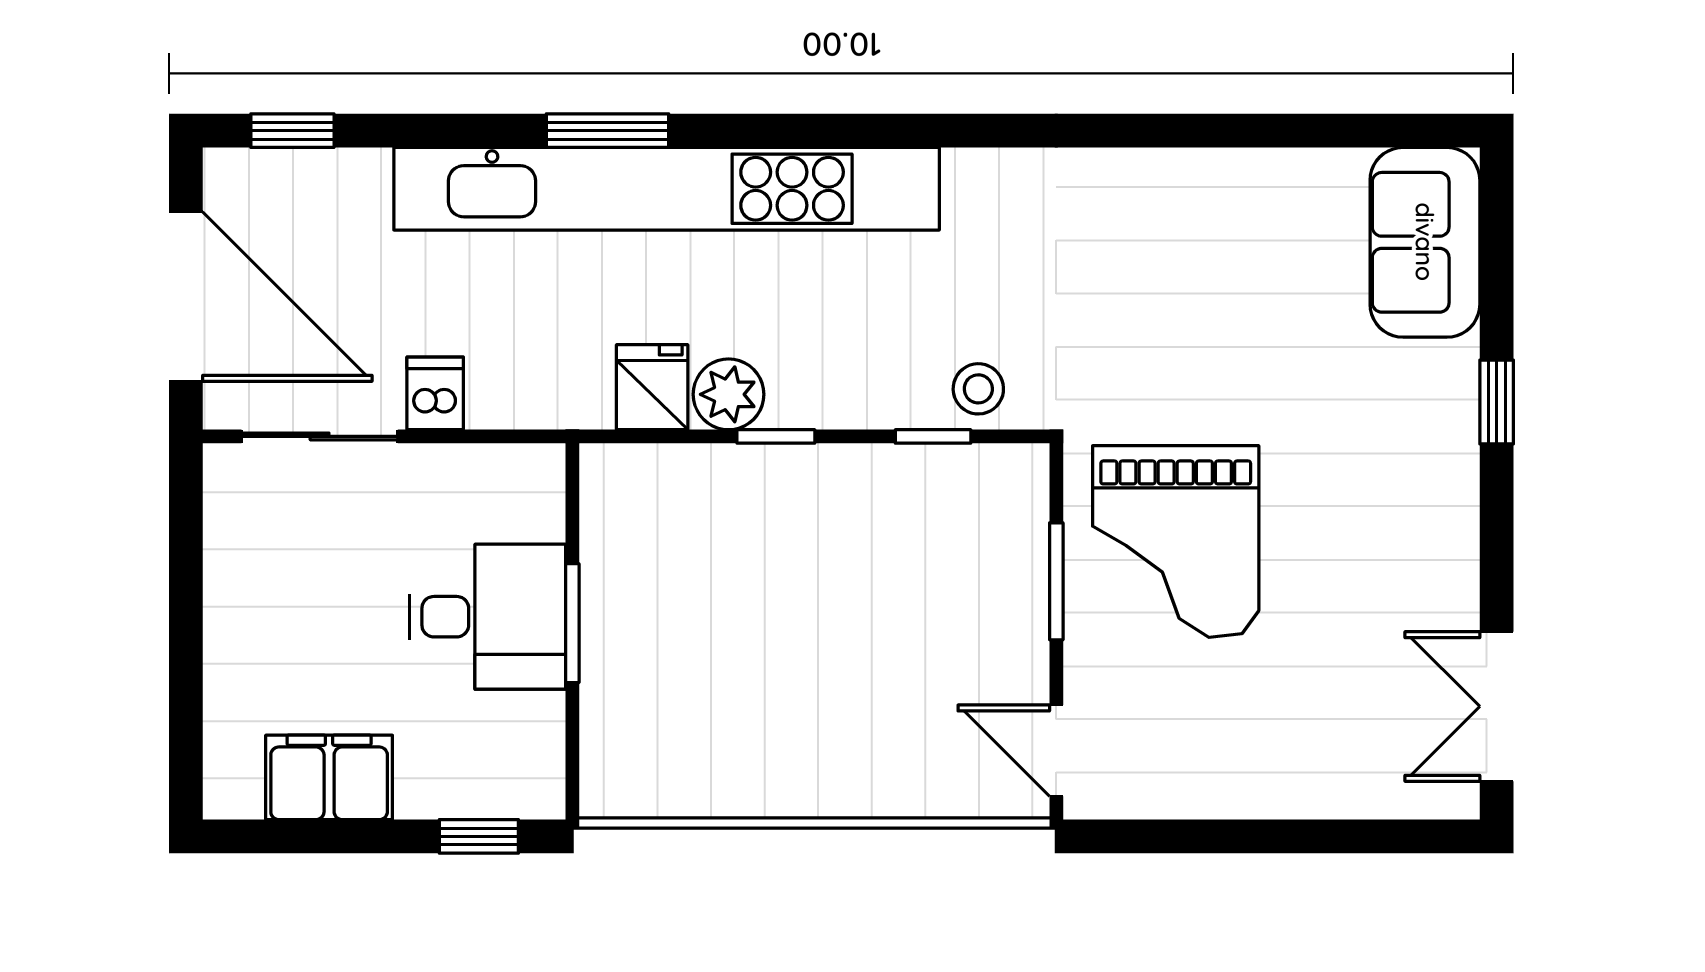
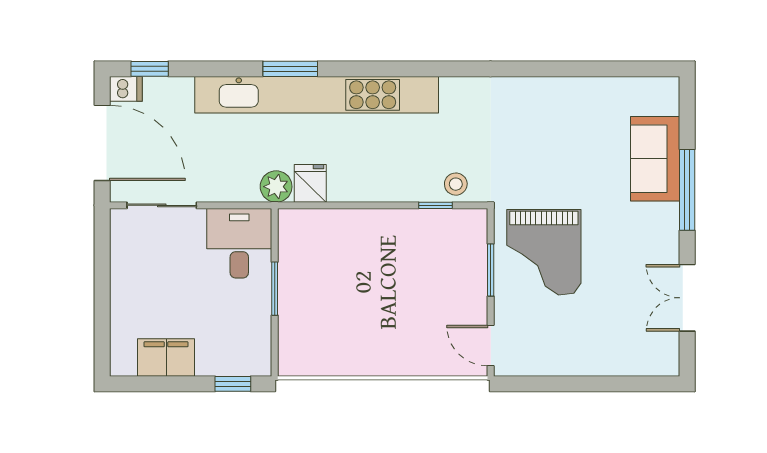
sofa: (1425, 242) -> (655, 159), moved
dishwasher: (435, 393) -> (126, 89), moved, turned 90
plant: (729, 394) -> (276, 187), moved
window: (1497, 402) -> (687, 190), width x2.17
window: (776, 436) -> (365, 205), removed
desk: (487, 617) -> (239, 243), moved, turned -90
double door: (1497, 706) -> (687, 298), moved

